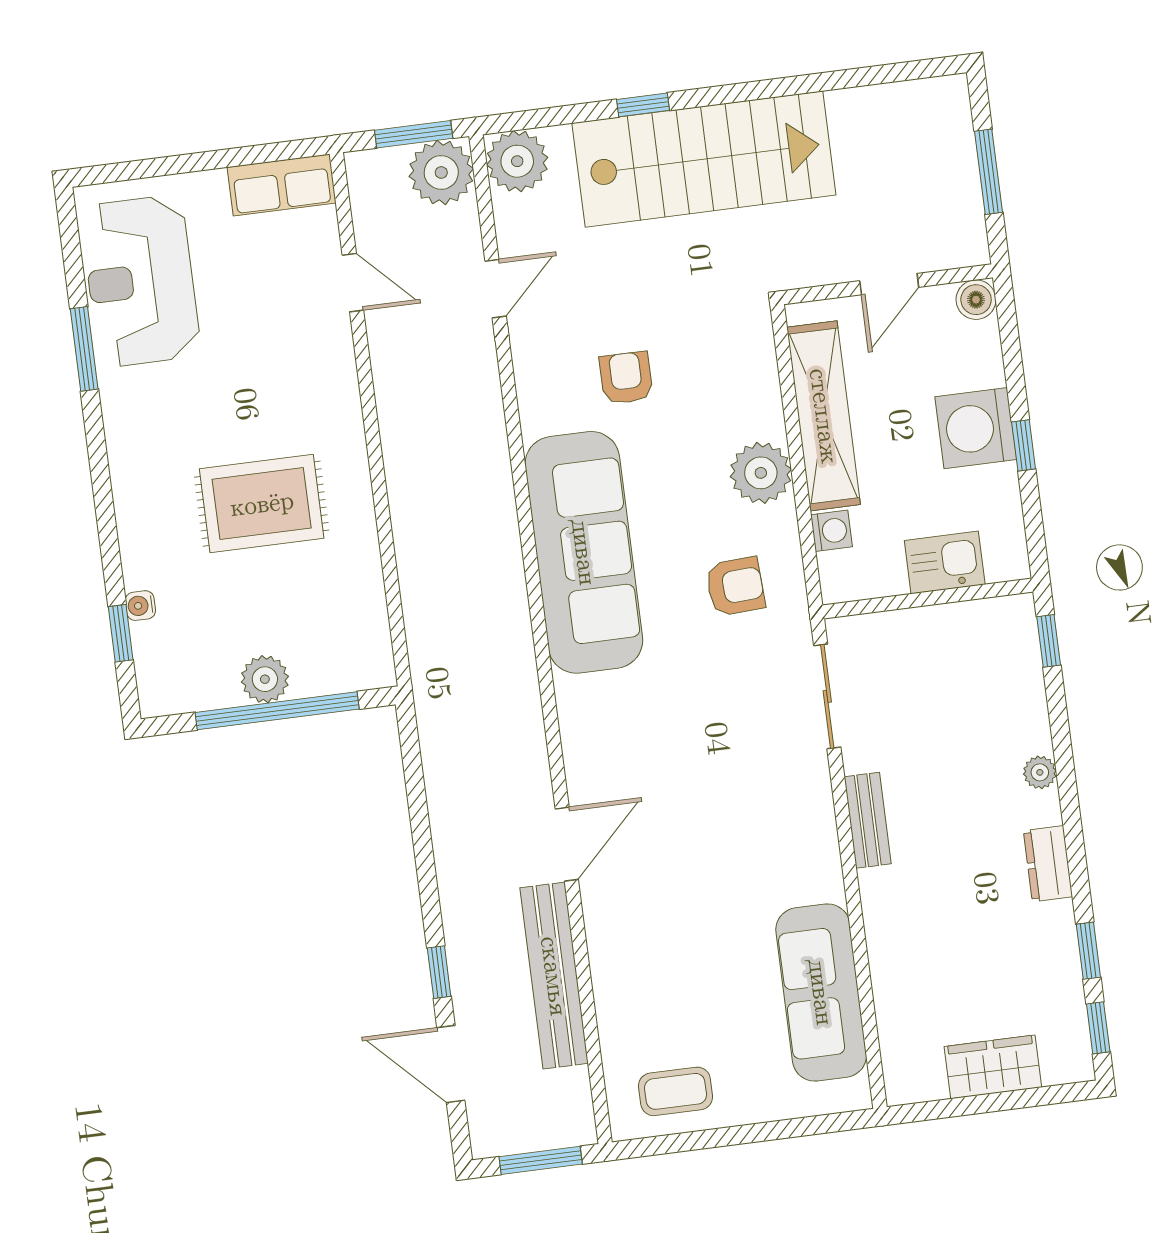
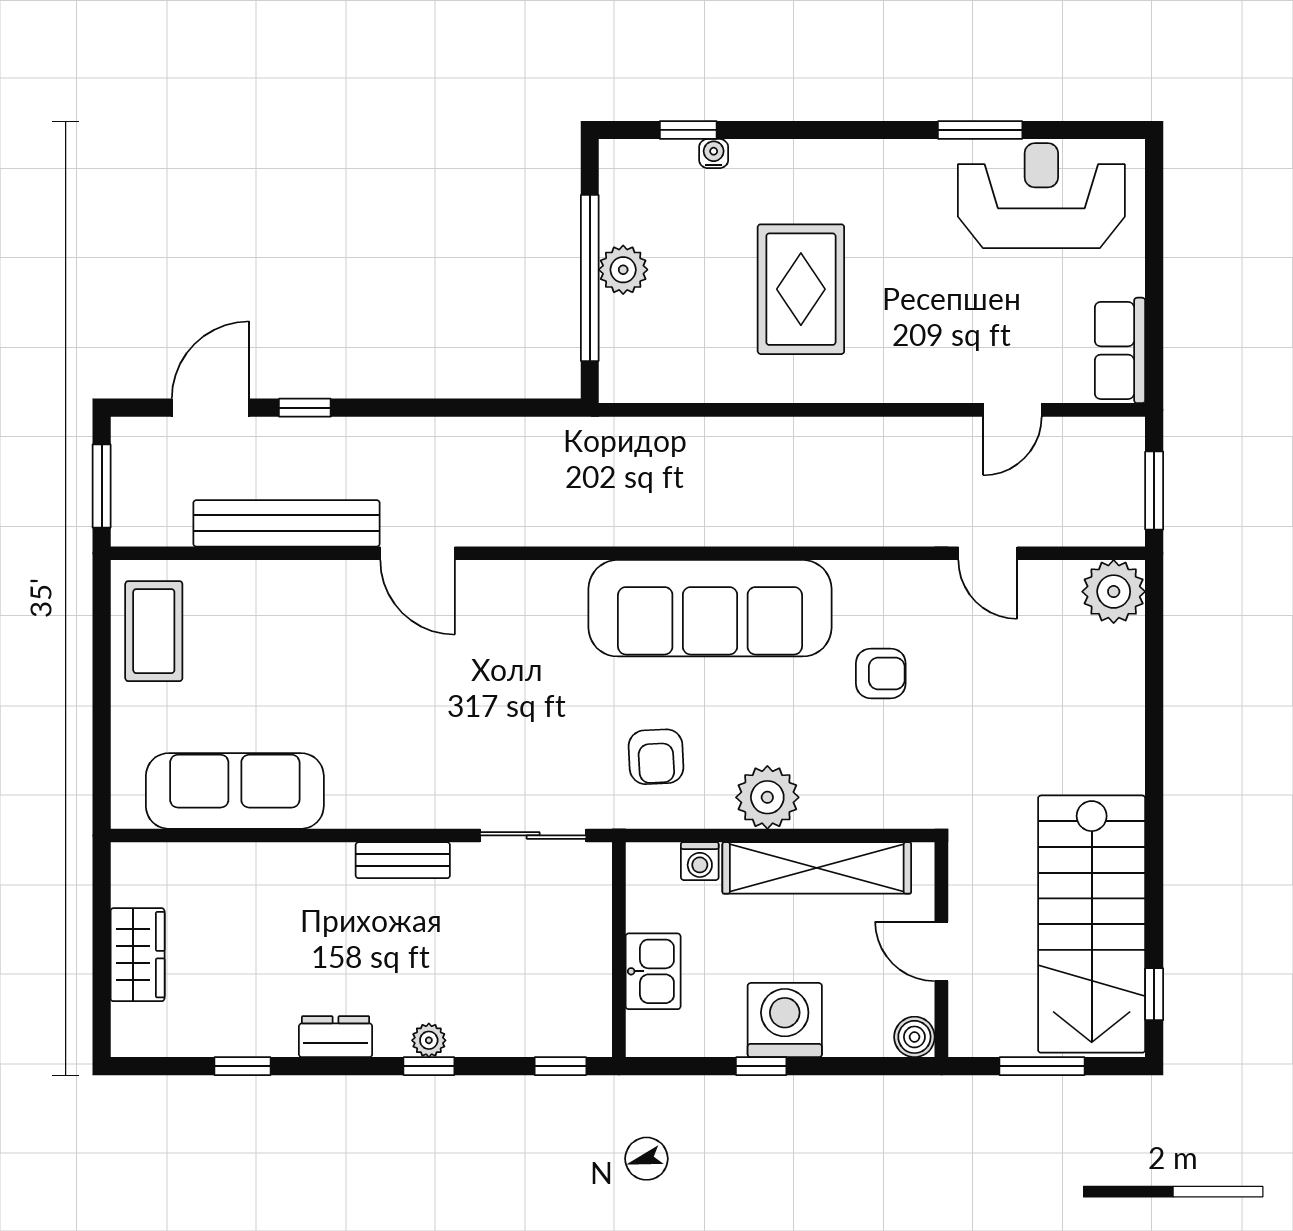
window: (643, 105) -> (1154, 994), moved
stairs: (704, 159) -> (1092, 924), moved
plant: (441, 172) -> (1112, 513), removed
window: (1098, 1028) -> (429, 1066), moved
coffee table: (676, 1091) -> (154, 631), width x1.36, depth x1.30

